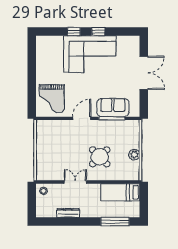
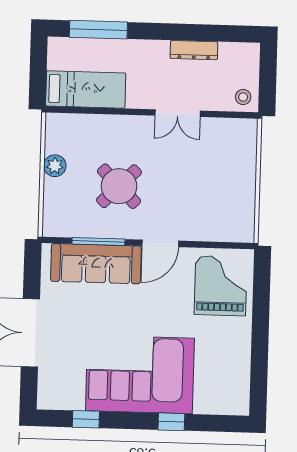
window: (98, 32) -> (86, 419), moved
sofa: (113, 108) -> (96, 264), width x1.36
round table: (100, 157) -> (119, 186), moved

